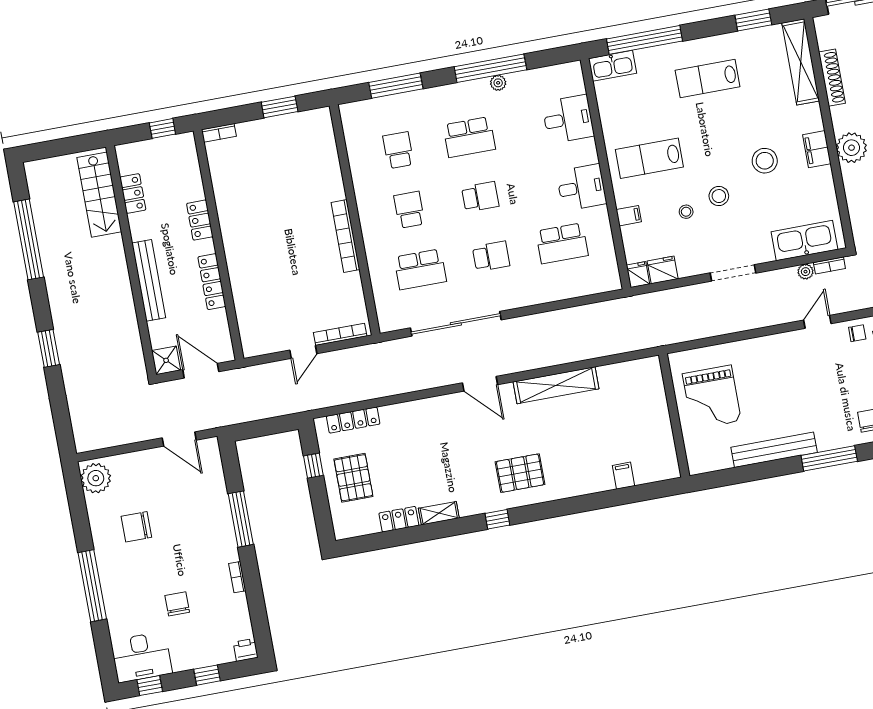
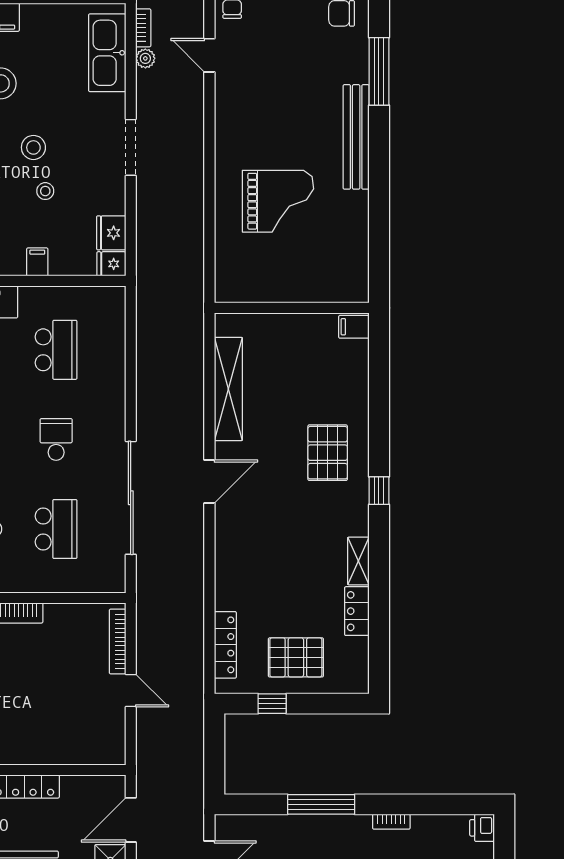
wall: (674, 415) -> (292, 308), moved

